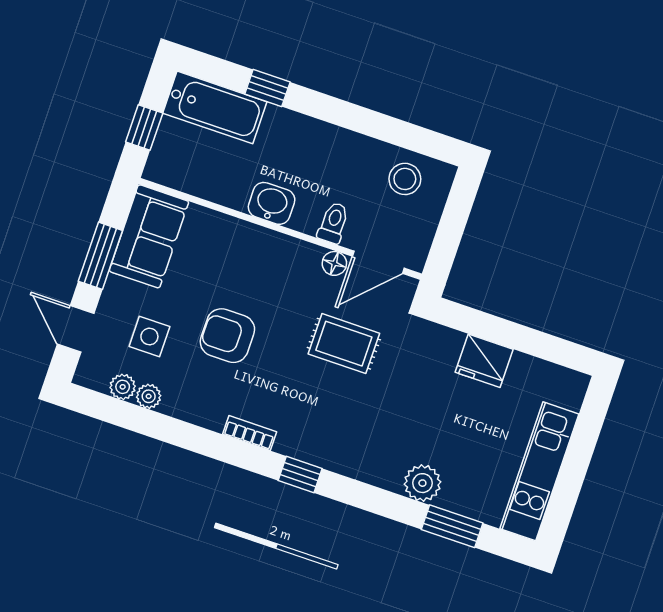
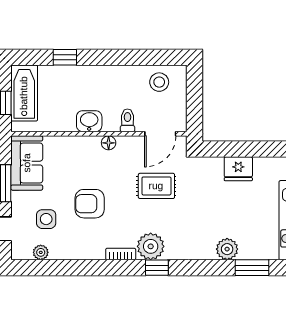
bathtub: (215, 107) -> (24, 93), moved, turned -90
floor lamp: (334, 263) -> (109, 143), moved
plant: (149, 396) -> (151, 246), moved, width x1.88, depth x1.88

